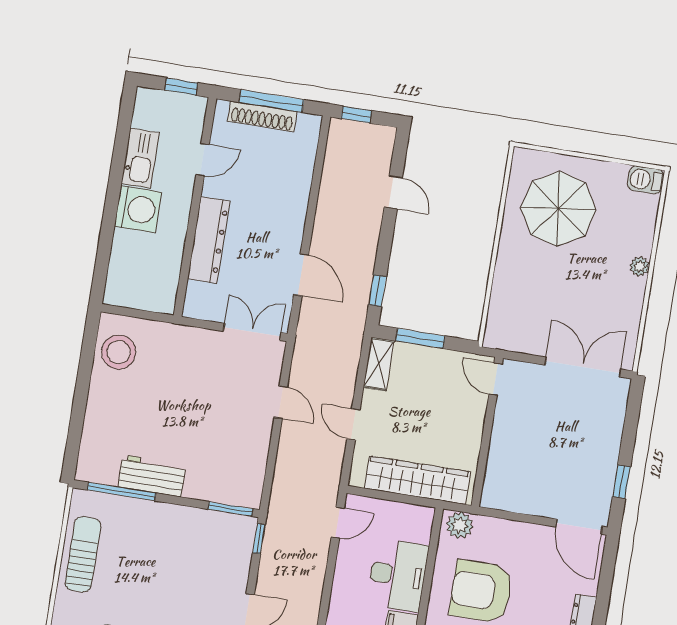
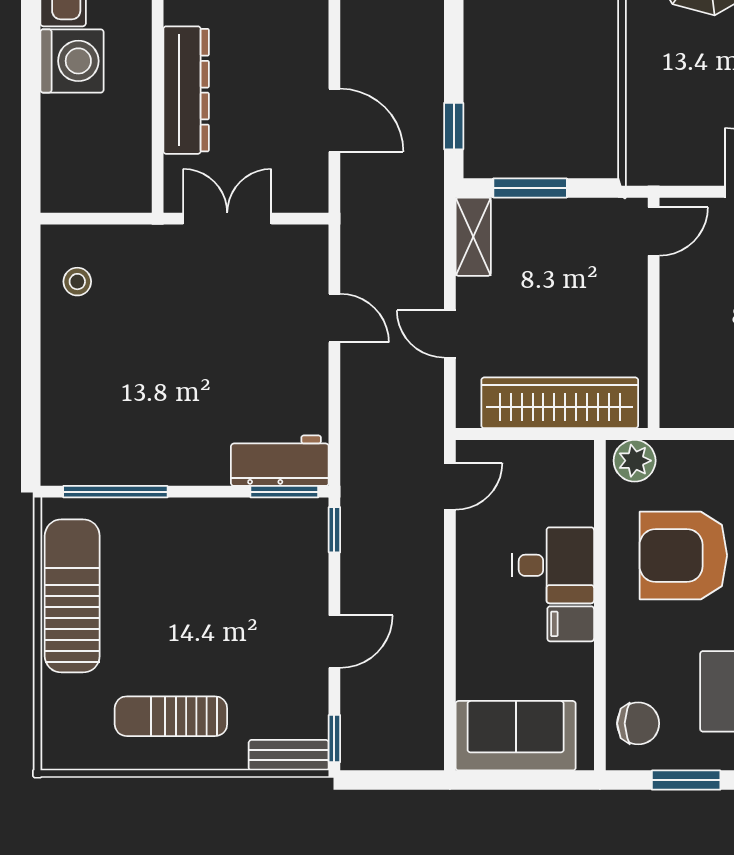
double door: (252, 332) -> (227, 219), moved
stool: (119, 352) -> (77, 282), width x0.53, depth x0.53
door: (496, 379) -> (654, 231), swing flipped
workbench: (152, 476) -> (280, 461), moved
sun lounger: (83, 554) -> (72, 596), width x1.36, depth x1.34
desk: (398, 575) -> (553, 565), width x0.73

